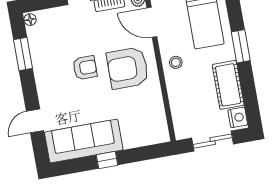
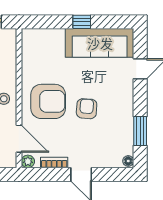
armchair: (85, 68) -> (87, 109), turned 94

